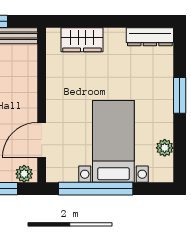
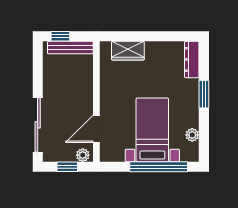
dresser: (150, 37) -> (192, 59), moved, turned 90
window: (96, 189) -> (159, 167), moved

